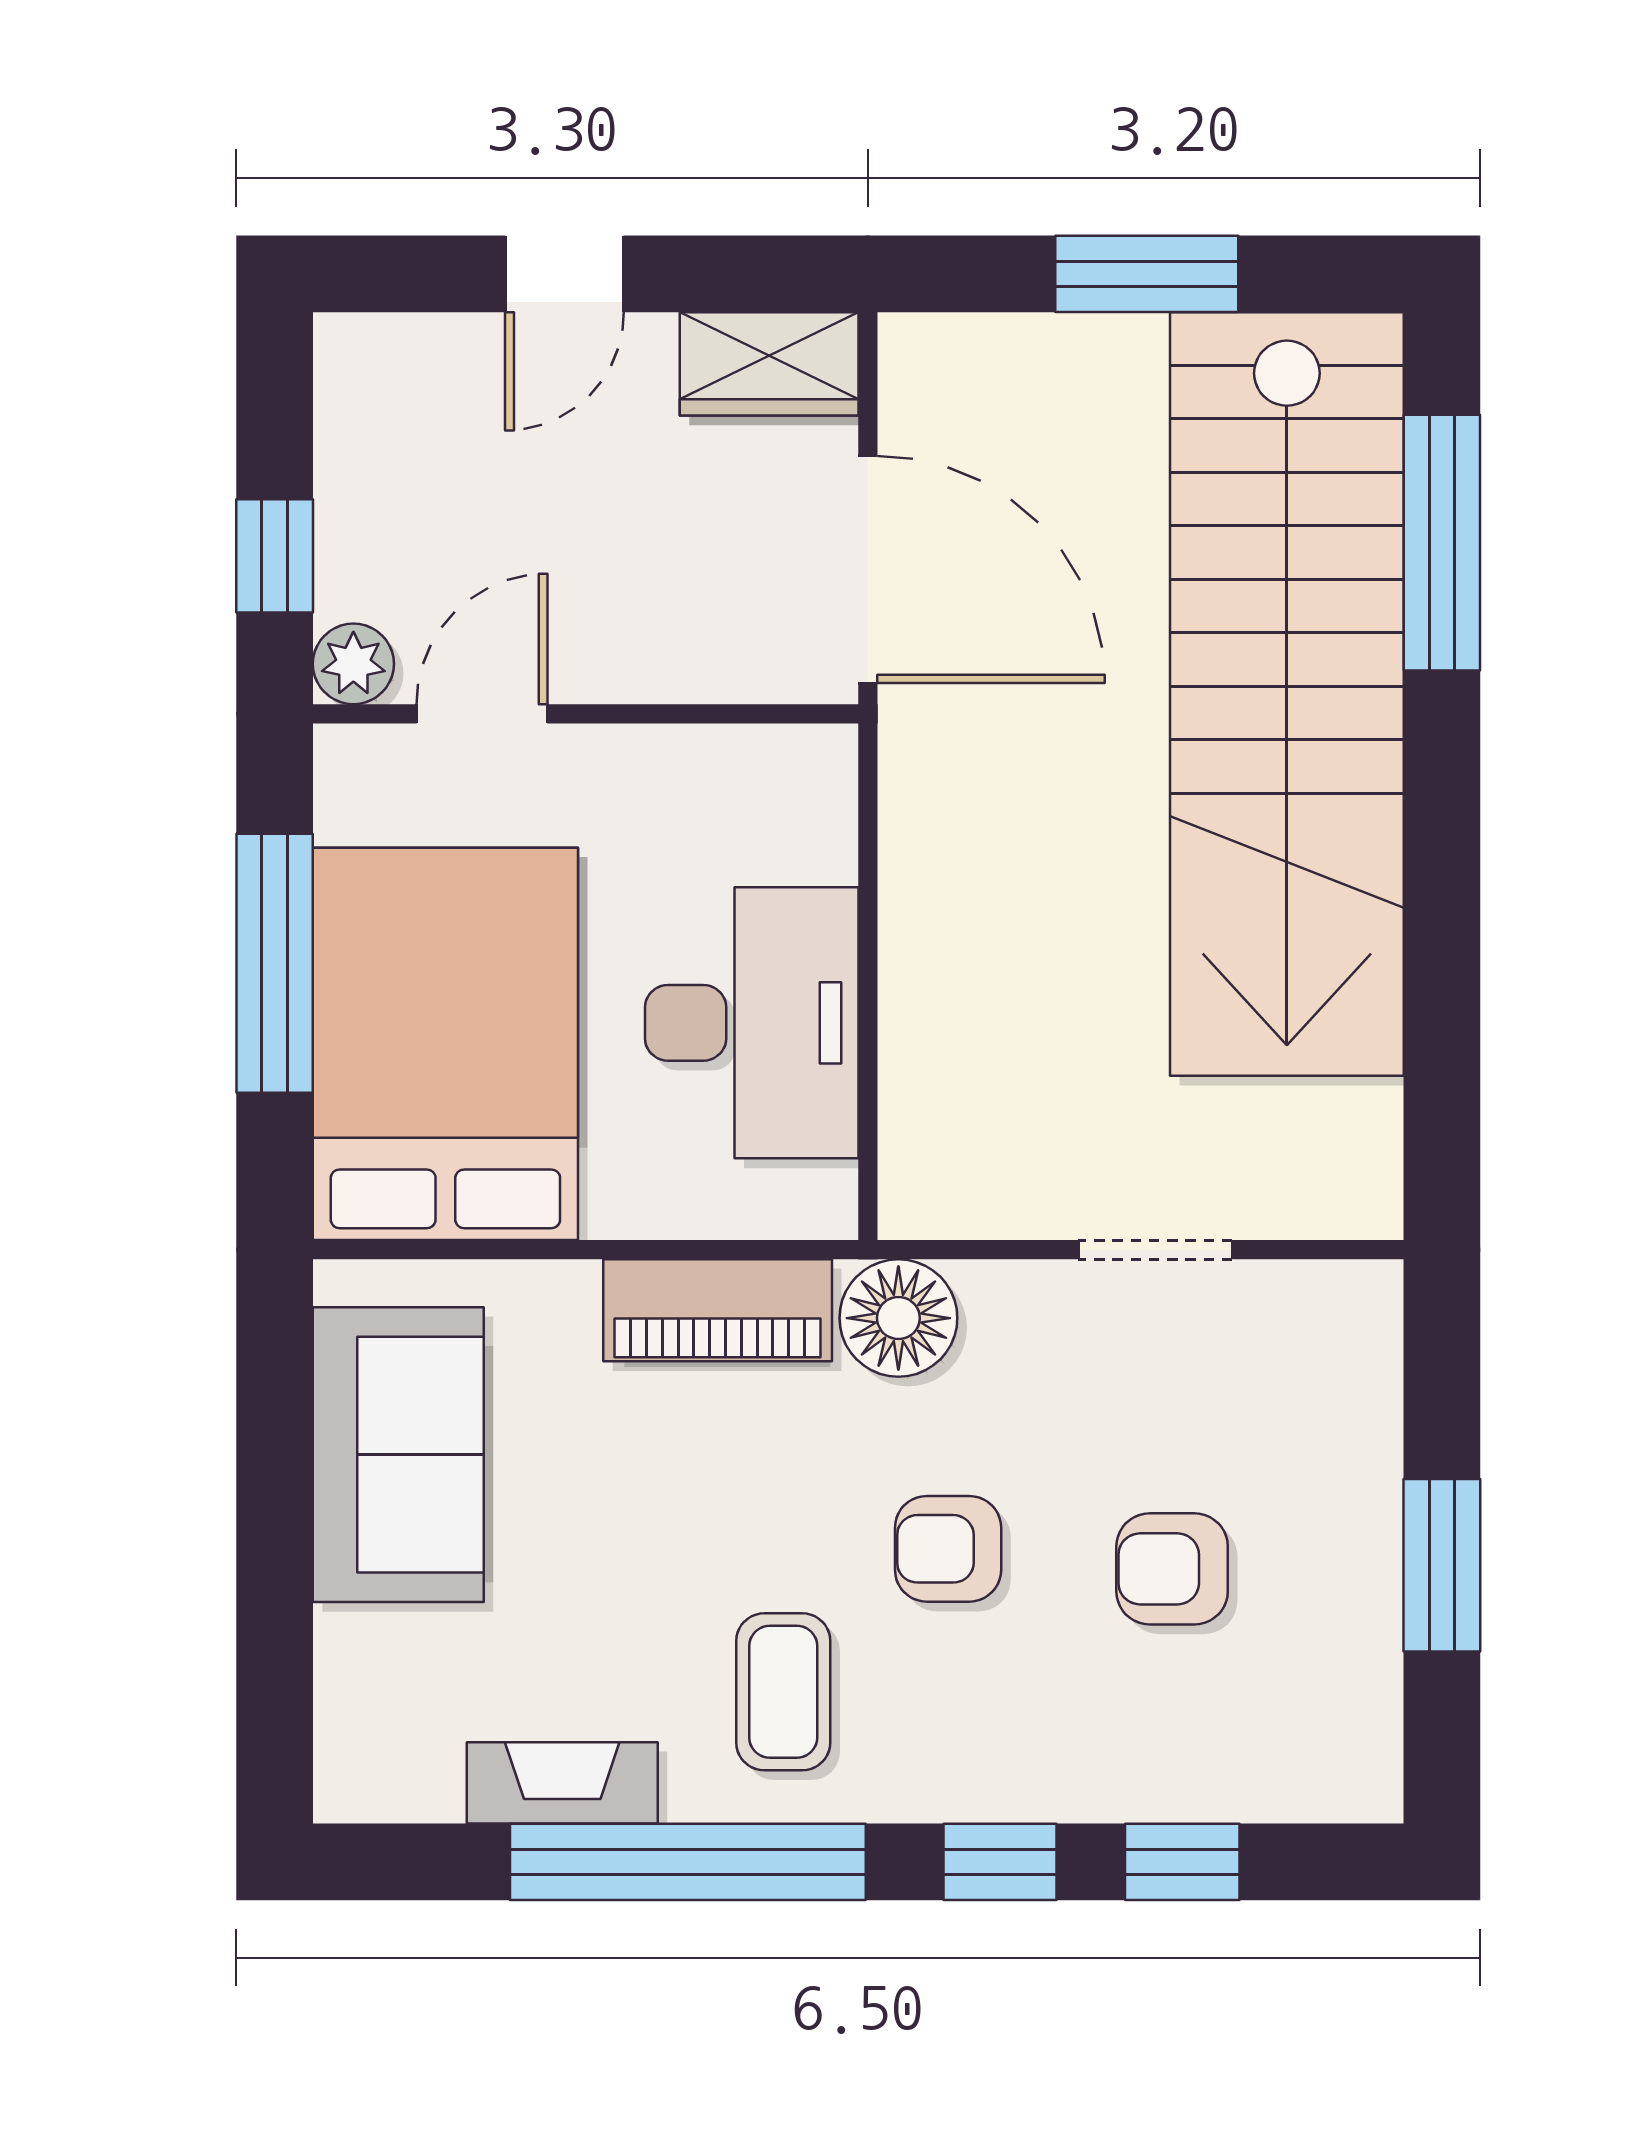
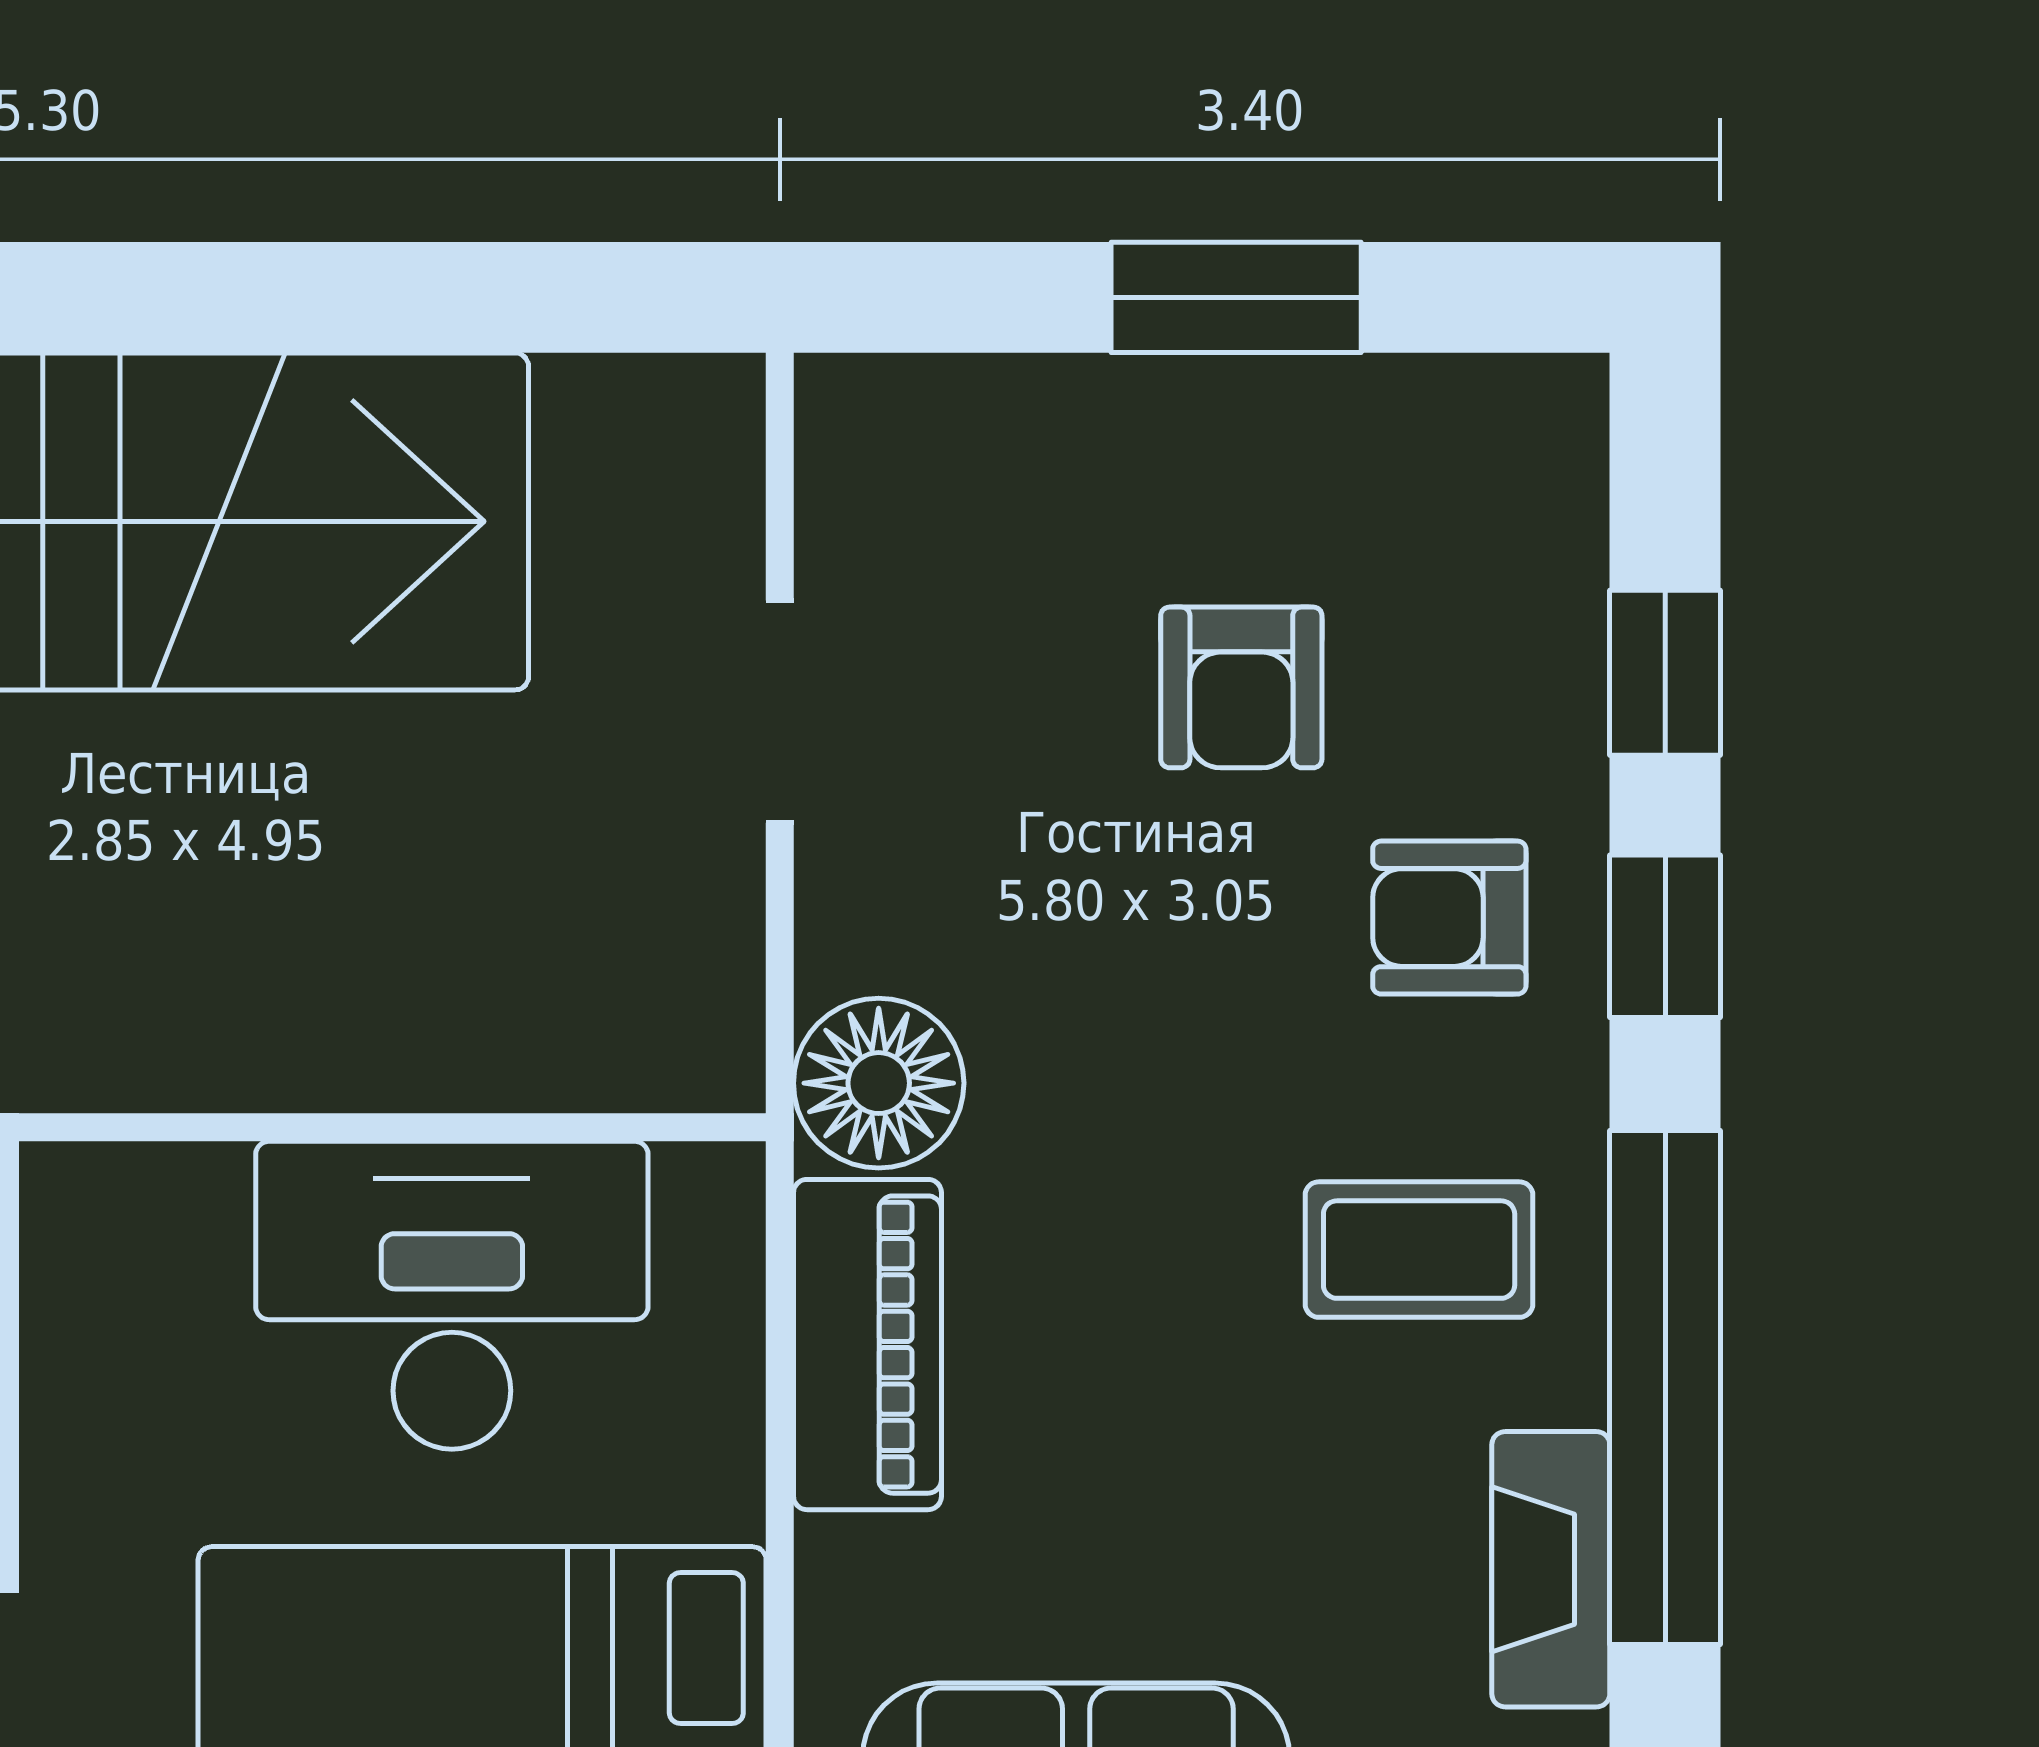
armchair: (948, 1549) -> (1449, 918), moved, turned 90

